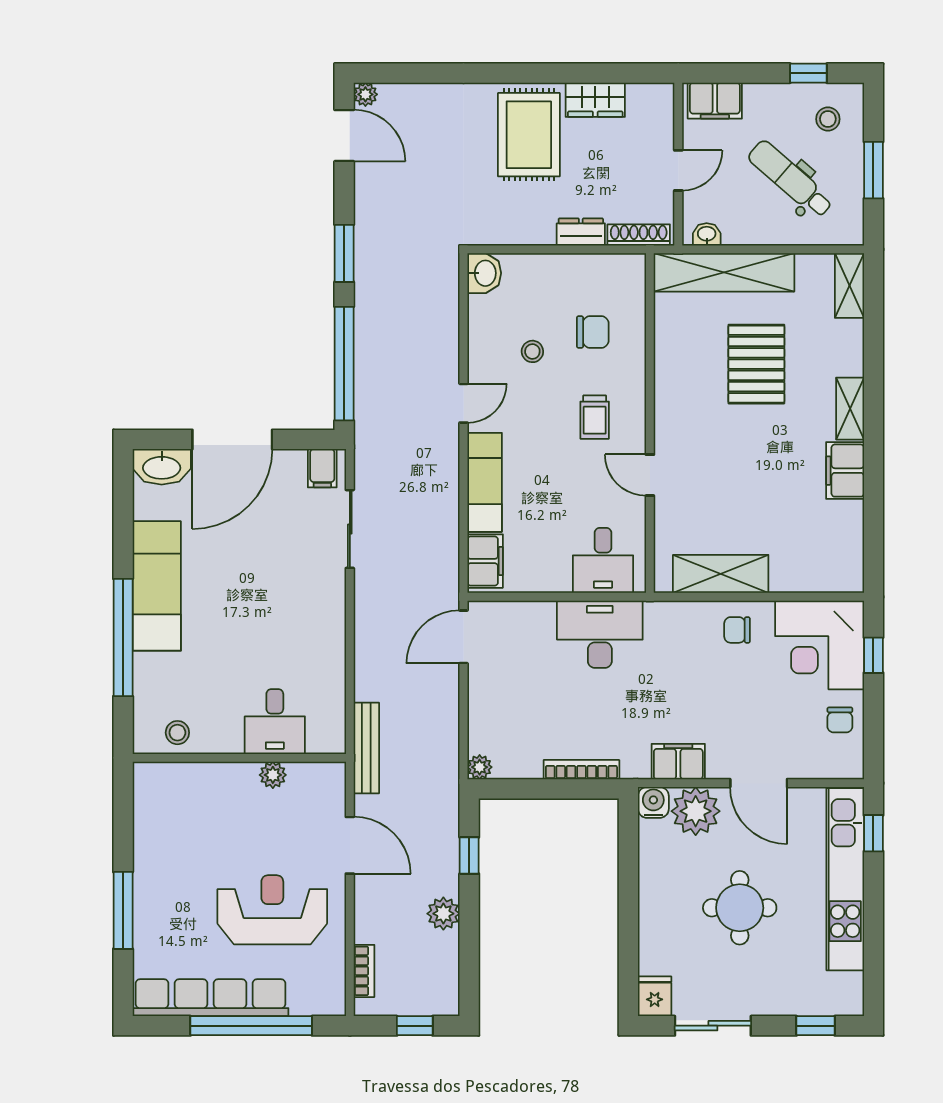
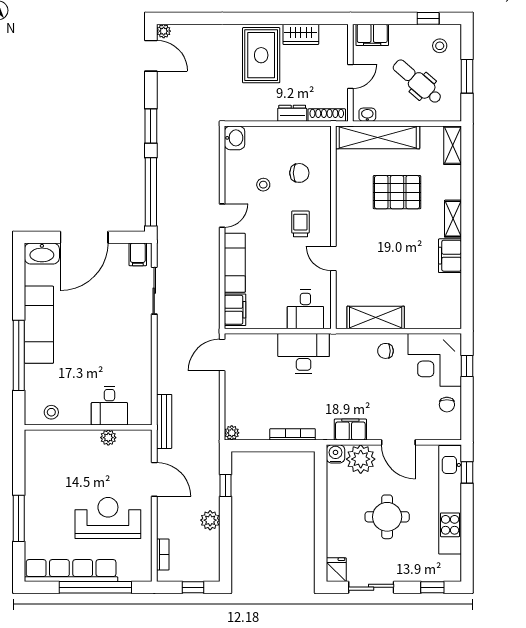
pallet: (756, 364) -> (397, 192), turned 90
trolley: (595, 417) -> (300, 224), turned 180

